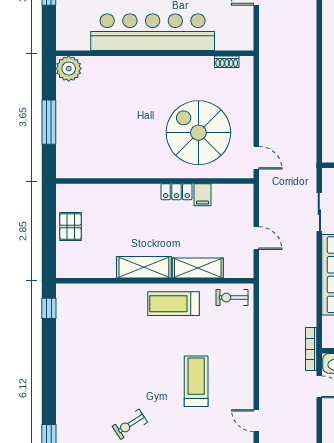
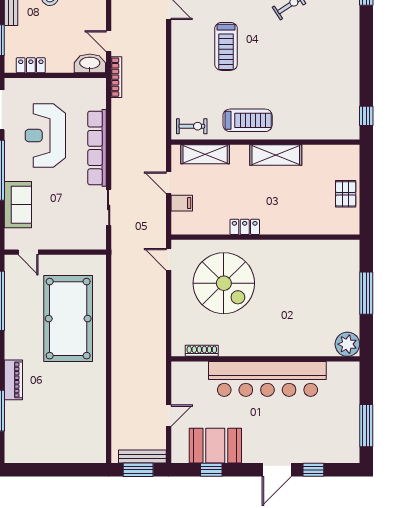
shoe rack: (227, 62) -> (202, 351), width x1.43
filing cabinet: (202, 195) -> (182, 203), moved, turned 90
shelving: (198, 268) -> (205, 154), moved

